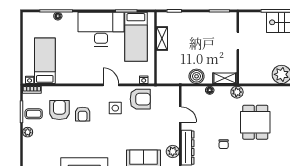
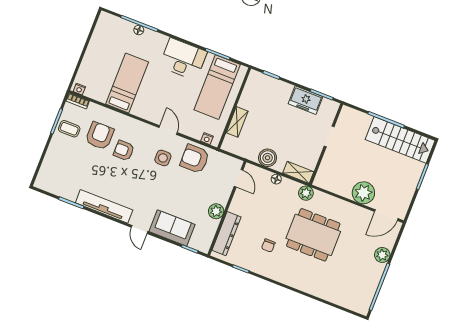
freezer: (209, 20) -> (305, 100), added
desk: (101, 29) -> (183, 59), width x0.73, depth x0.77
shelving: (162, 39) -> (237, 122), moved
bed: (45, 61) -> (127, 83), moved
armchair: (140, 99) -> (195, 159), turned 180
armchair: (83, 114) -> (124, 150), turned 90
door: (180, 115) -> (239, 178), moved
dining table: (255, 122) -> (313, 235), width x1.38
plant: (28, 132) -> (54, 147), removed
plant: (173, 151) -> (216, 211), moved

